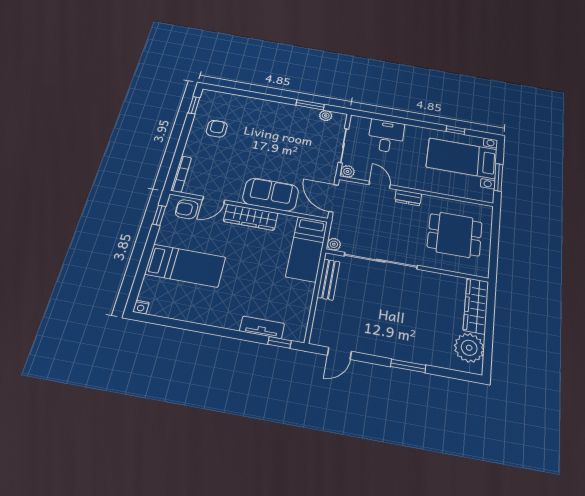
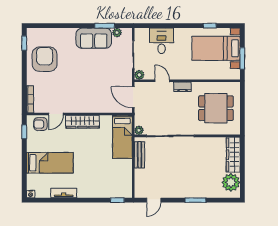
armchair: (217, 129) -> (45, 59), width x1.88, depth x1.88
sofa: (271, 195) -> (94, 38), moved, turned 180
tv unit: (262, 327) -> (64, 193), moved

